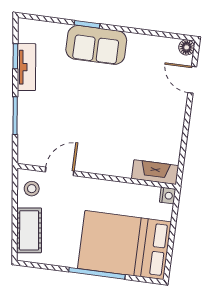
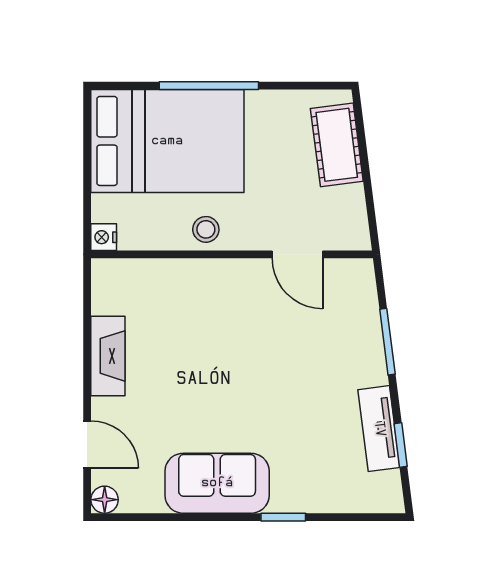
sofa: (96, 45) -> (217, 483), moved
door: (60, 171) -> (297, 254), hinge flipped
fireplace: (155, 172) -> (108, 356), moved, turned -90
stool: (32, 189) -> (206, 229), moved

